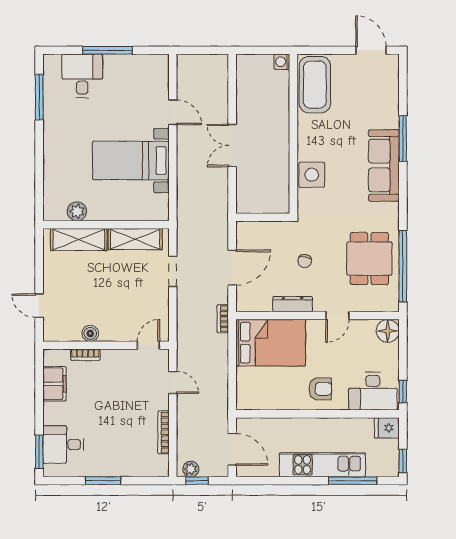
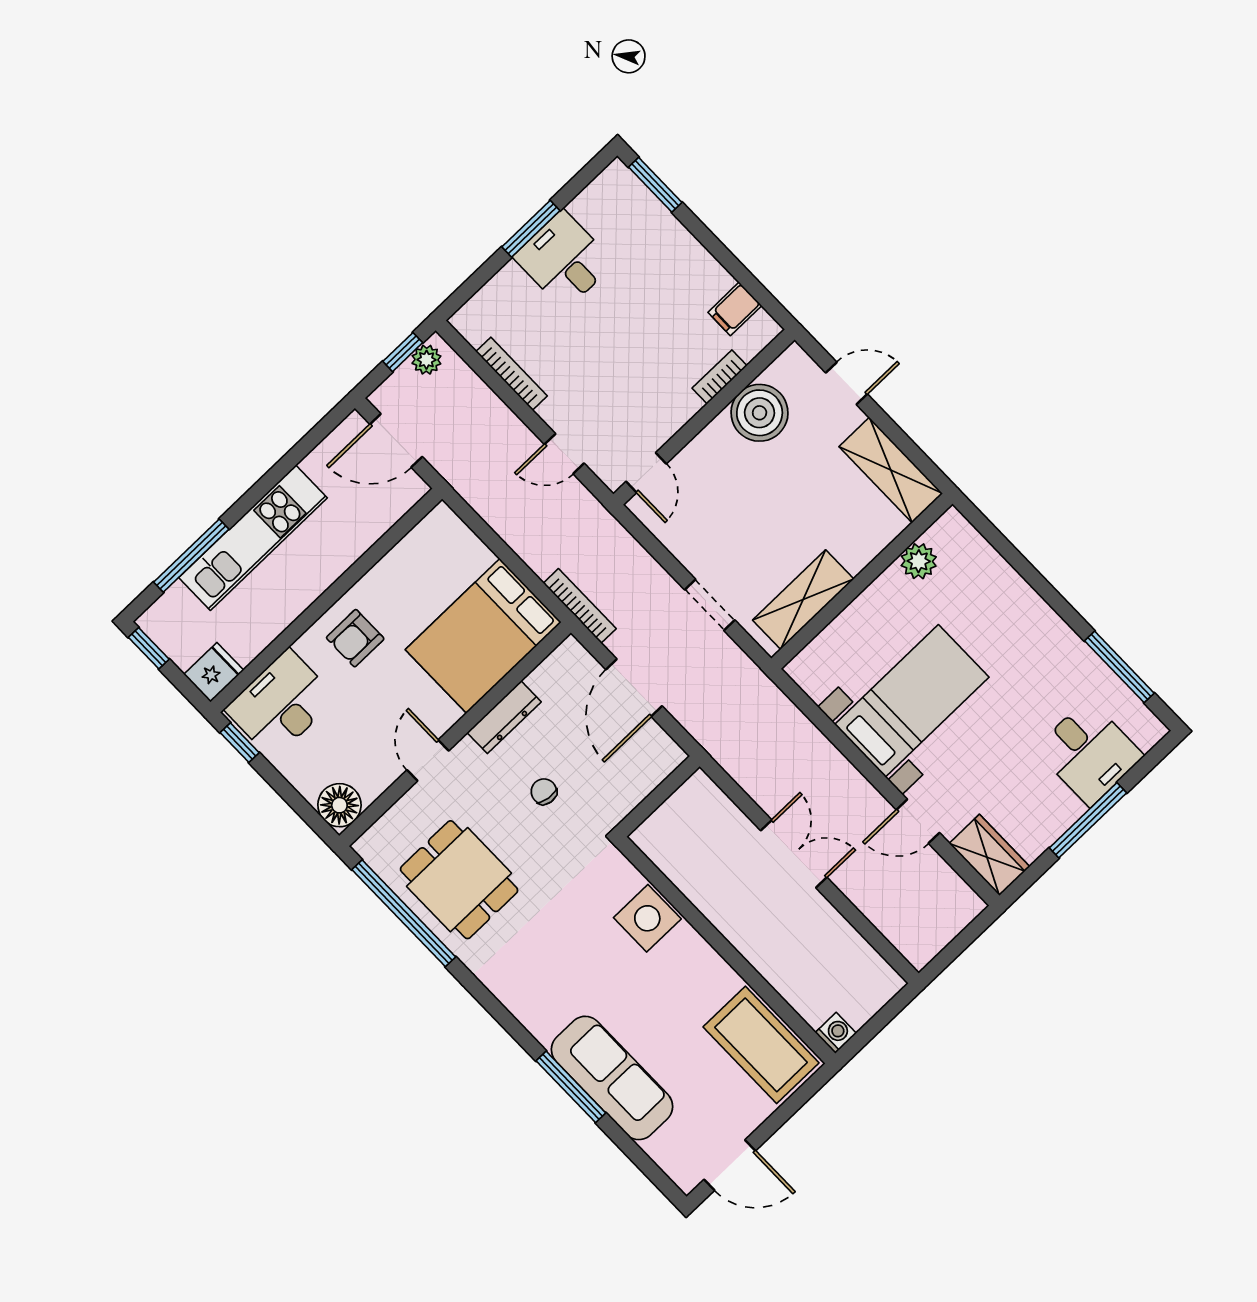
wardrobe: (158, 73) -> (989, 855), added
sofa: (384, 165) -> (612, 1078), moved
shelving: (79, 240) -> (891, 470), moved, turned 90
bookcase: (223, 319) -> (580, 606), width x1.56
boiler: (90, 333) -> (760, 413), width x1.86, depth x1.86
filing cabinet: (54, 384) -> (735, 309), width x0.50
desk: (63, 445) -> (564, 260), moved, turned -90

